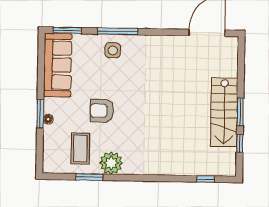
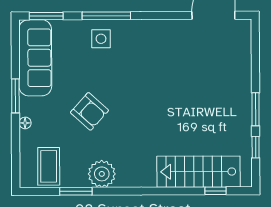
armchair: (102, 111) -> (89, 111), turned -138
stairs: (224, 112) -> (199, 172), moved, turned 90
window: (40, 114) -> (15, 96), moved
coffee table: (80, 148) -> (49, 166), moved

